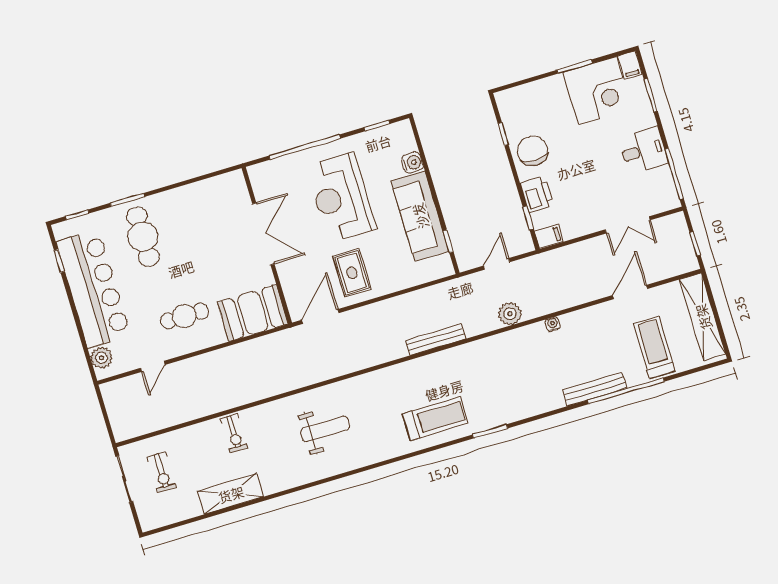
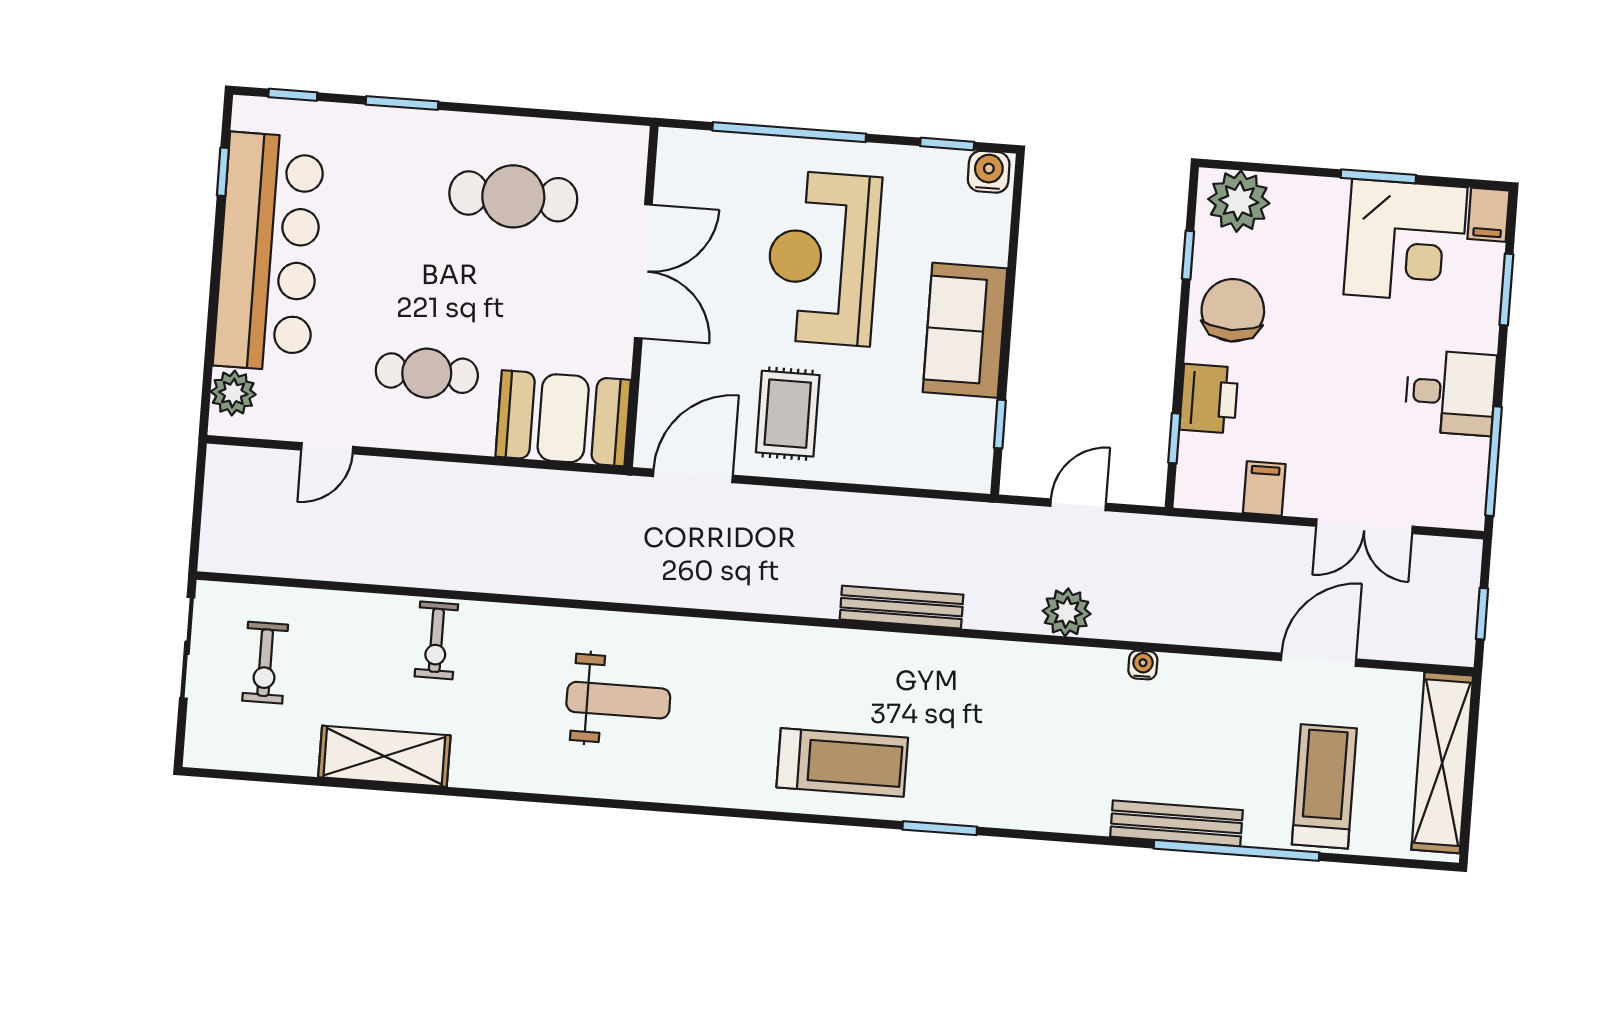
plant: (517, 101) -> (1239, 201), added
water cooler: (412, 163) -> (989, 172), moved, turned -90
sofa: (420, 216) -> (965, 330), width x0.73
cafe table: (143, 237) -> (513, 196), moved, turned 90
filing cabinet: (549, 237) -> (1264, 488), moved, turned -90

